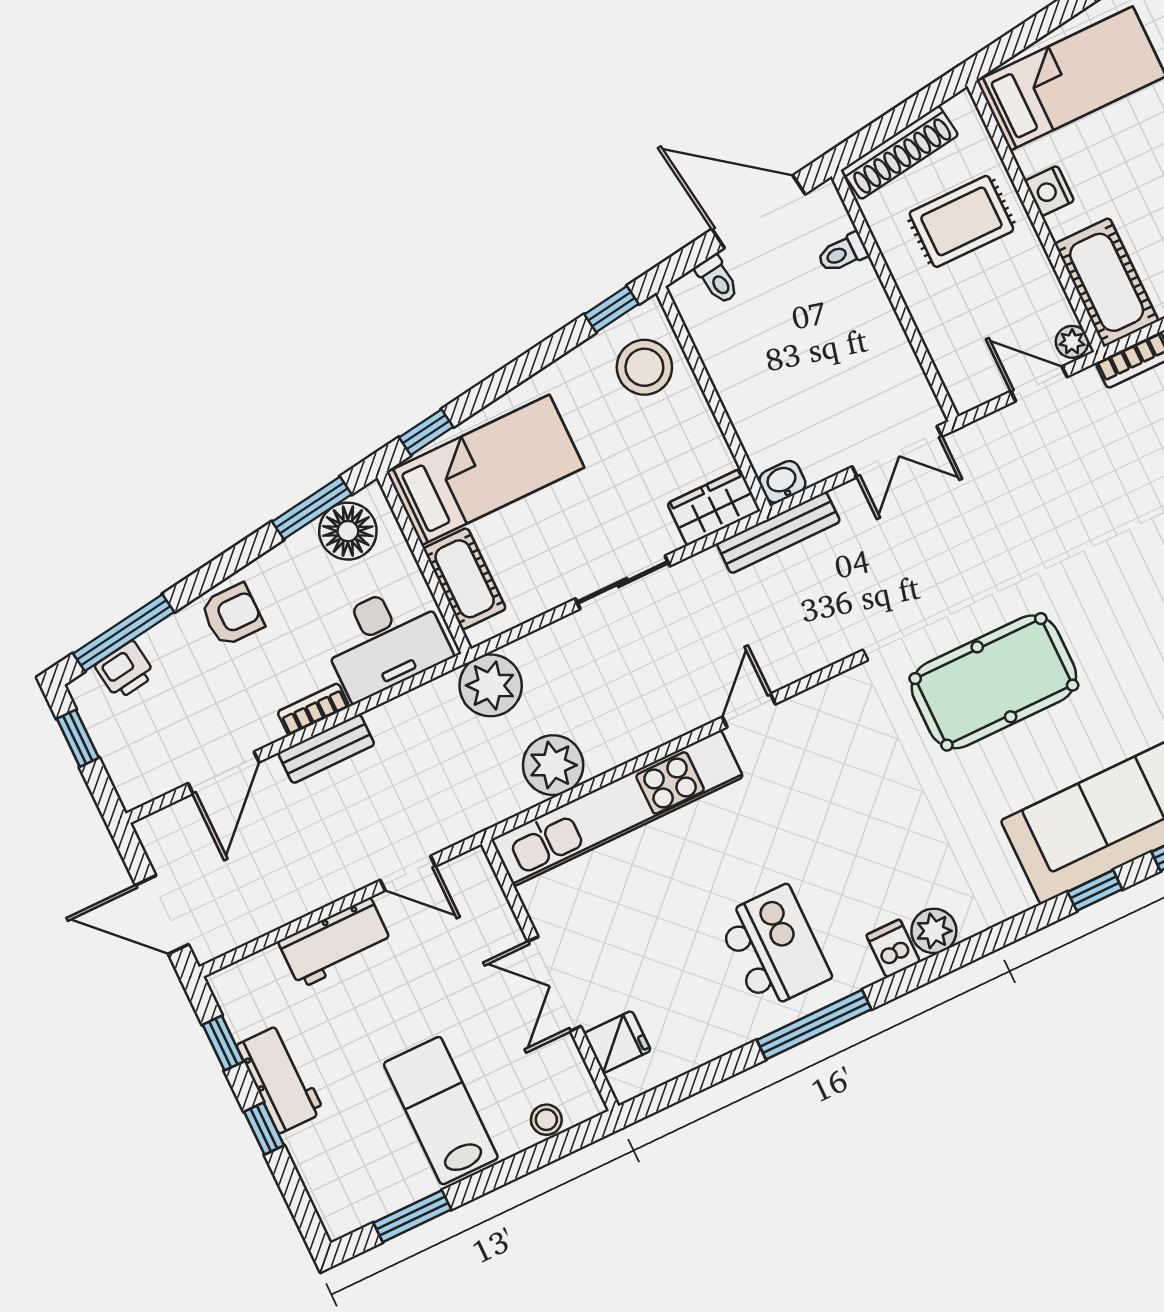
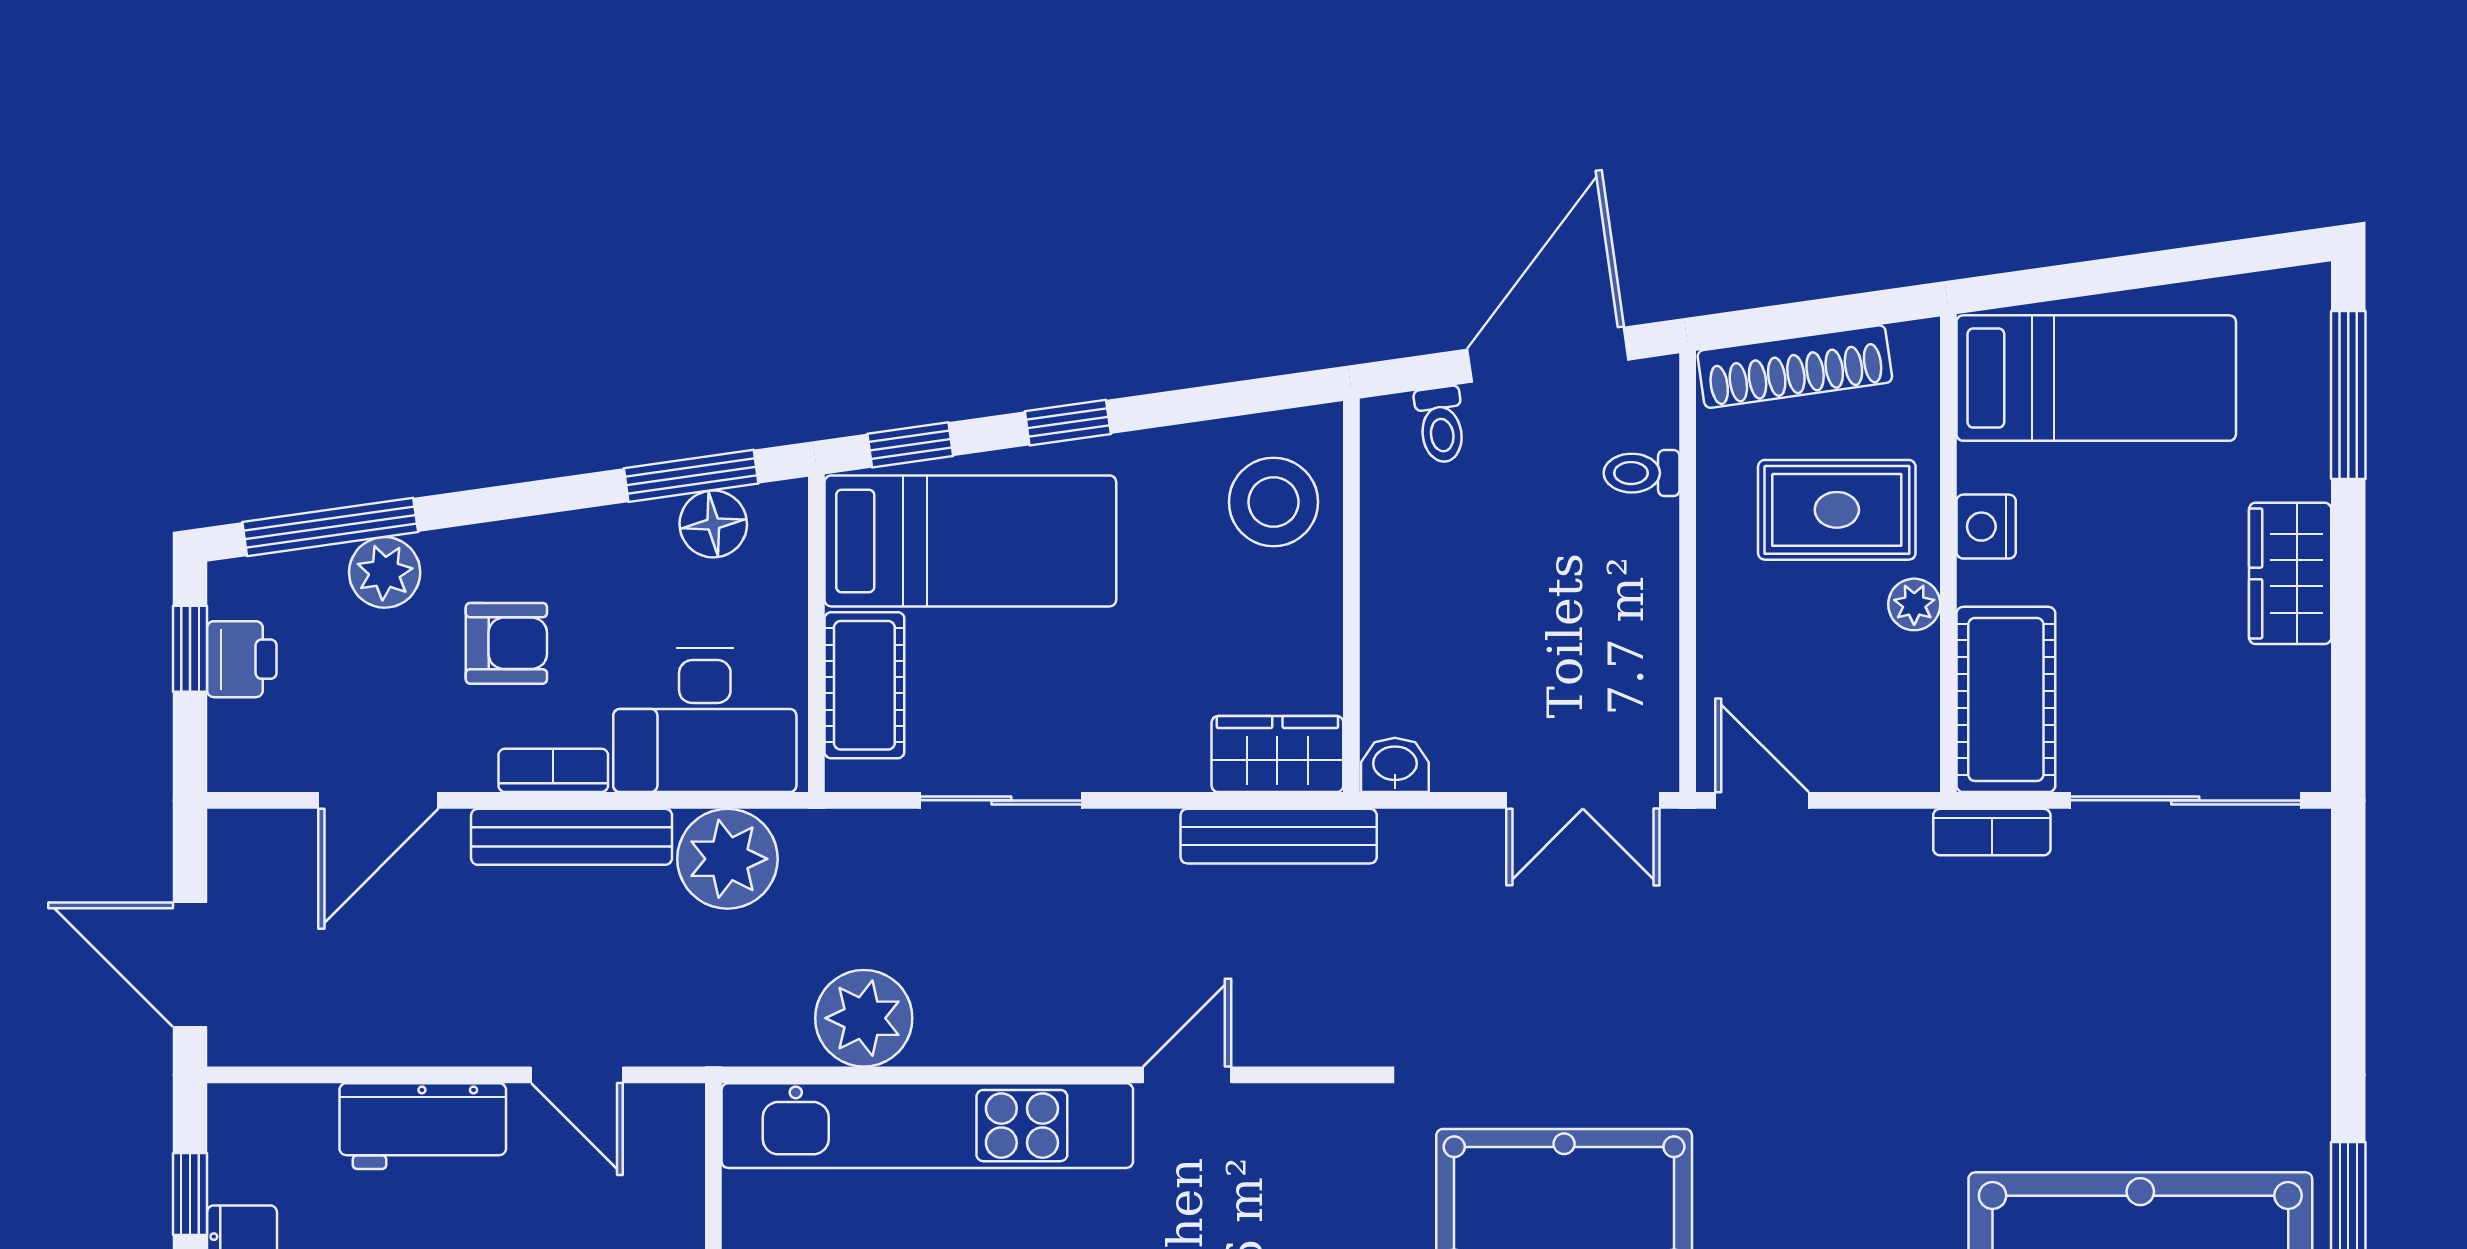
door: (759, 212) -> (1548, 355), hinge flipped
window: (612, 309) -> (1068, 423), moved
plant: (1072, 342) -> (1914, 604), moved
door: (1039, 384) -> (1762, 800), moved
floor lamp: (348, 531) -> (713, 524), width x0.73, depth x0.73
bench: (778, 533) -> (1279, 836), moved
sliding door: (623, 582) -> (1001, 800), moved
armchair: (232, 615) -> (506, 643), moved
plant: (166, 644) -> (385, 572), added
printer: (125, 670) -> (242, 659), moved, turned -82
plant: (491, 685) -> (727, 859), moved
bench: (326, 749) -> (572, 837), width x1.36

